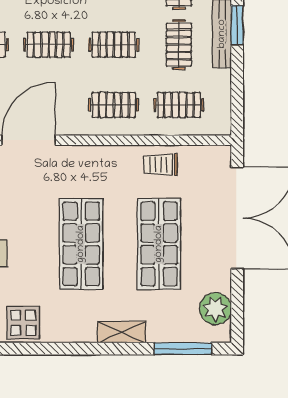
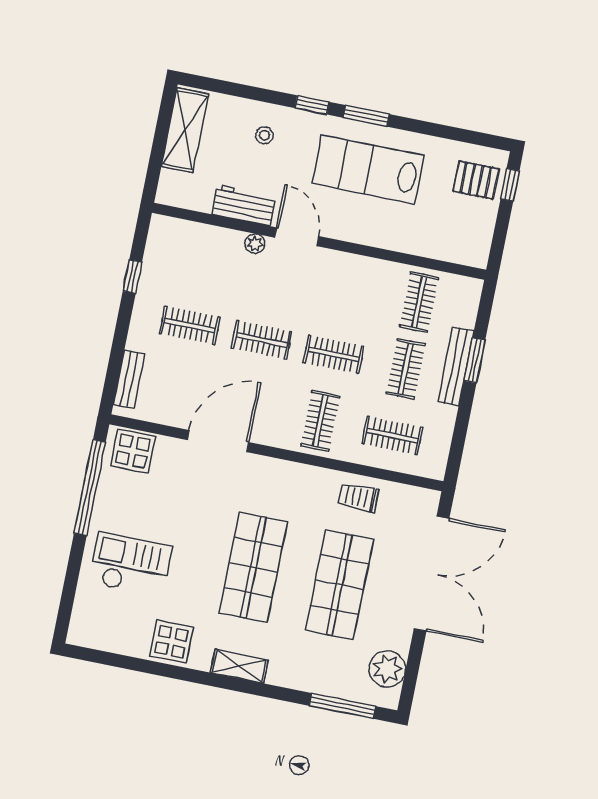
clothes rail: (114, 105) -> (320, 421), turned 90
shelving: (122, 332) -> (239, 666), moved

